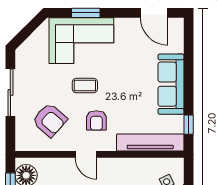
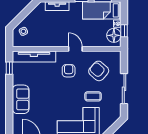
sofa: (171, 84) -> (21, 99), width x0.73
coffee table: (85, 86) -> (93, 96), moved

